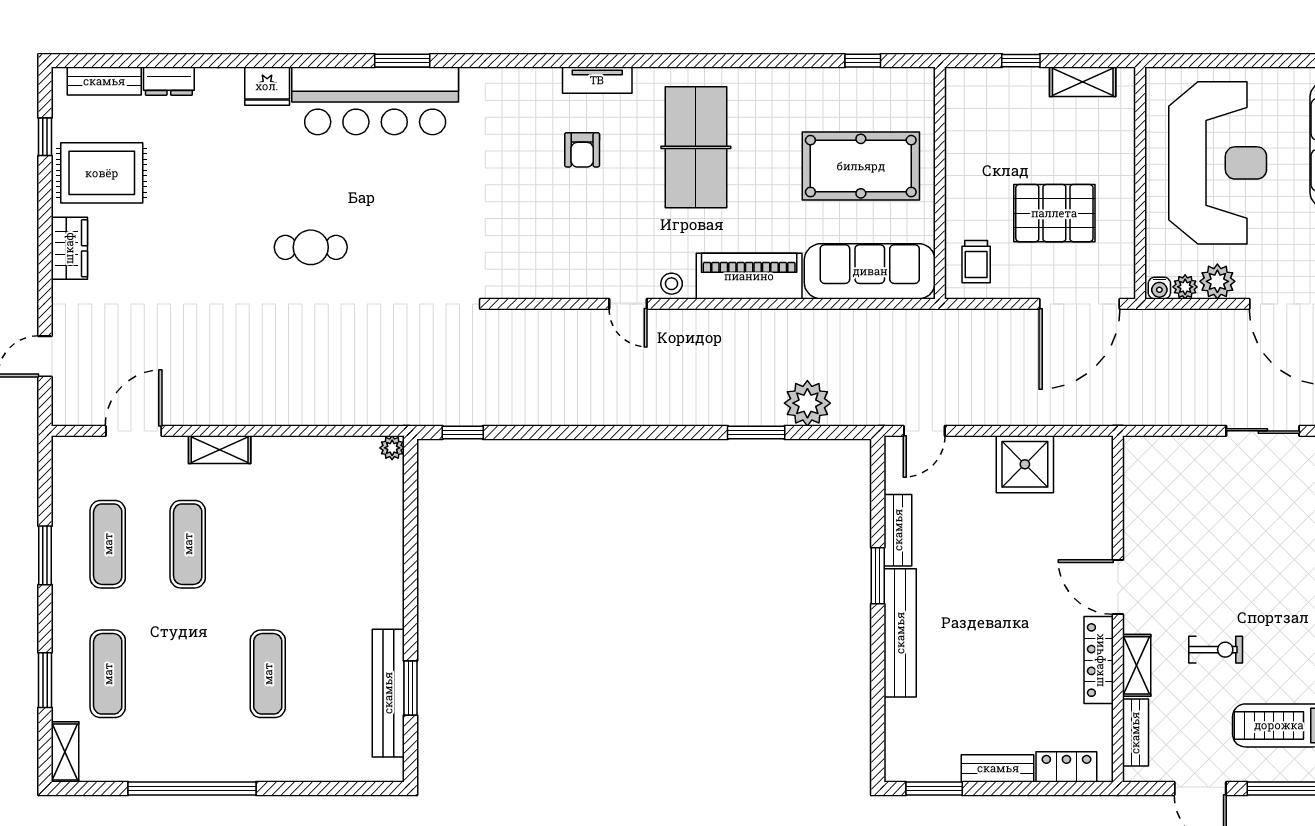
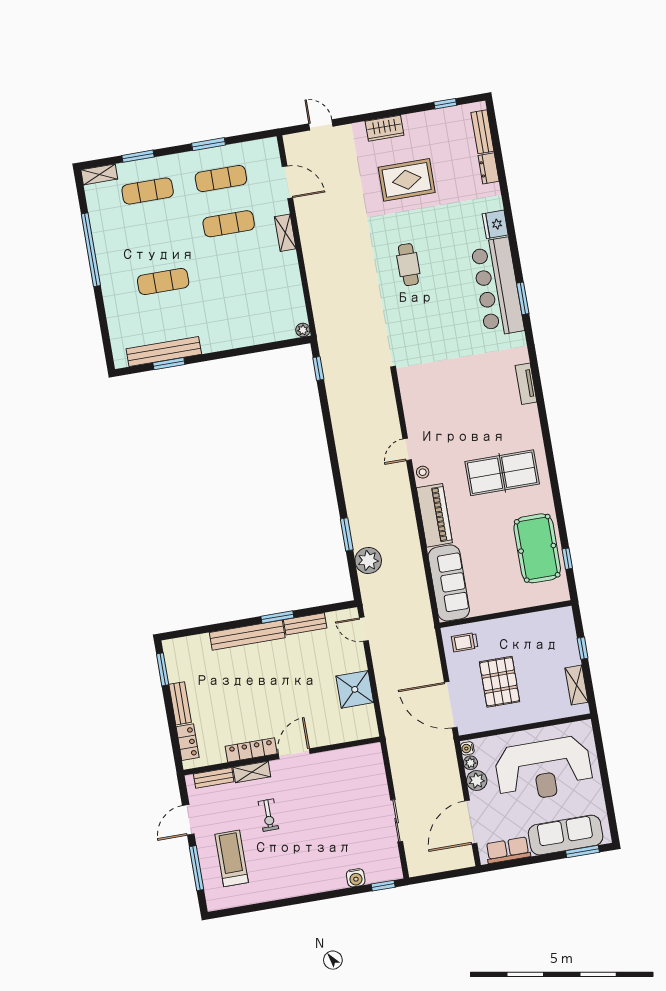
tv unit: (597, 80) -> (526, 384), moved
armchair: (582, 150) -> (490, 409), removed
pool table: (861, 166) -> (537, 548), moved
rug: (102, 173) -> (407, 180), moved, turned 90

